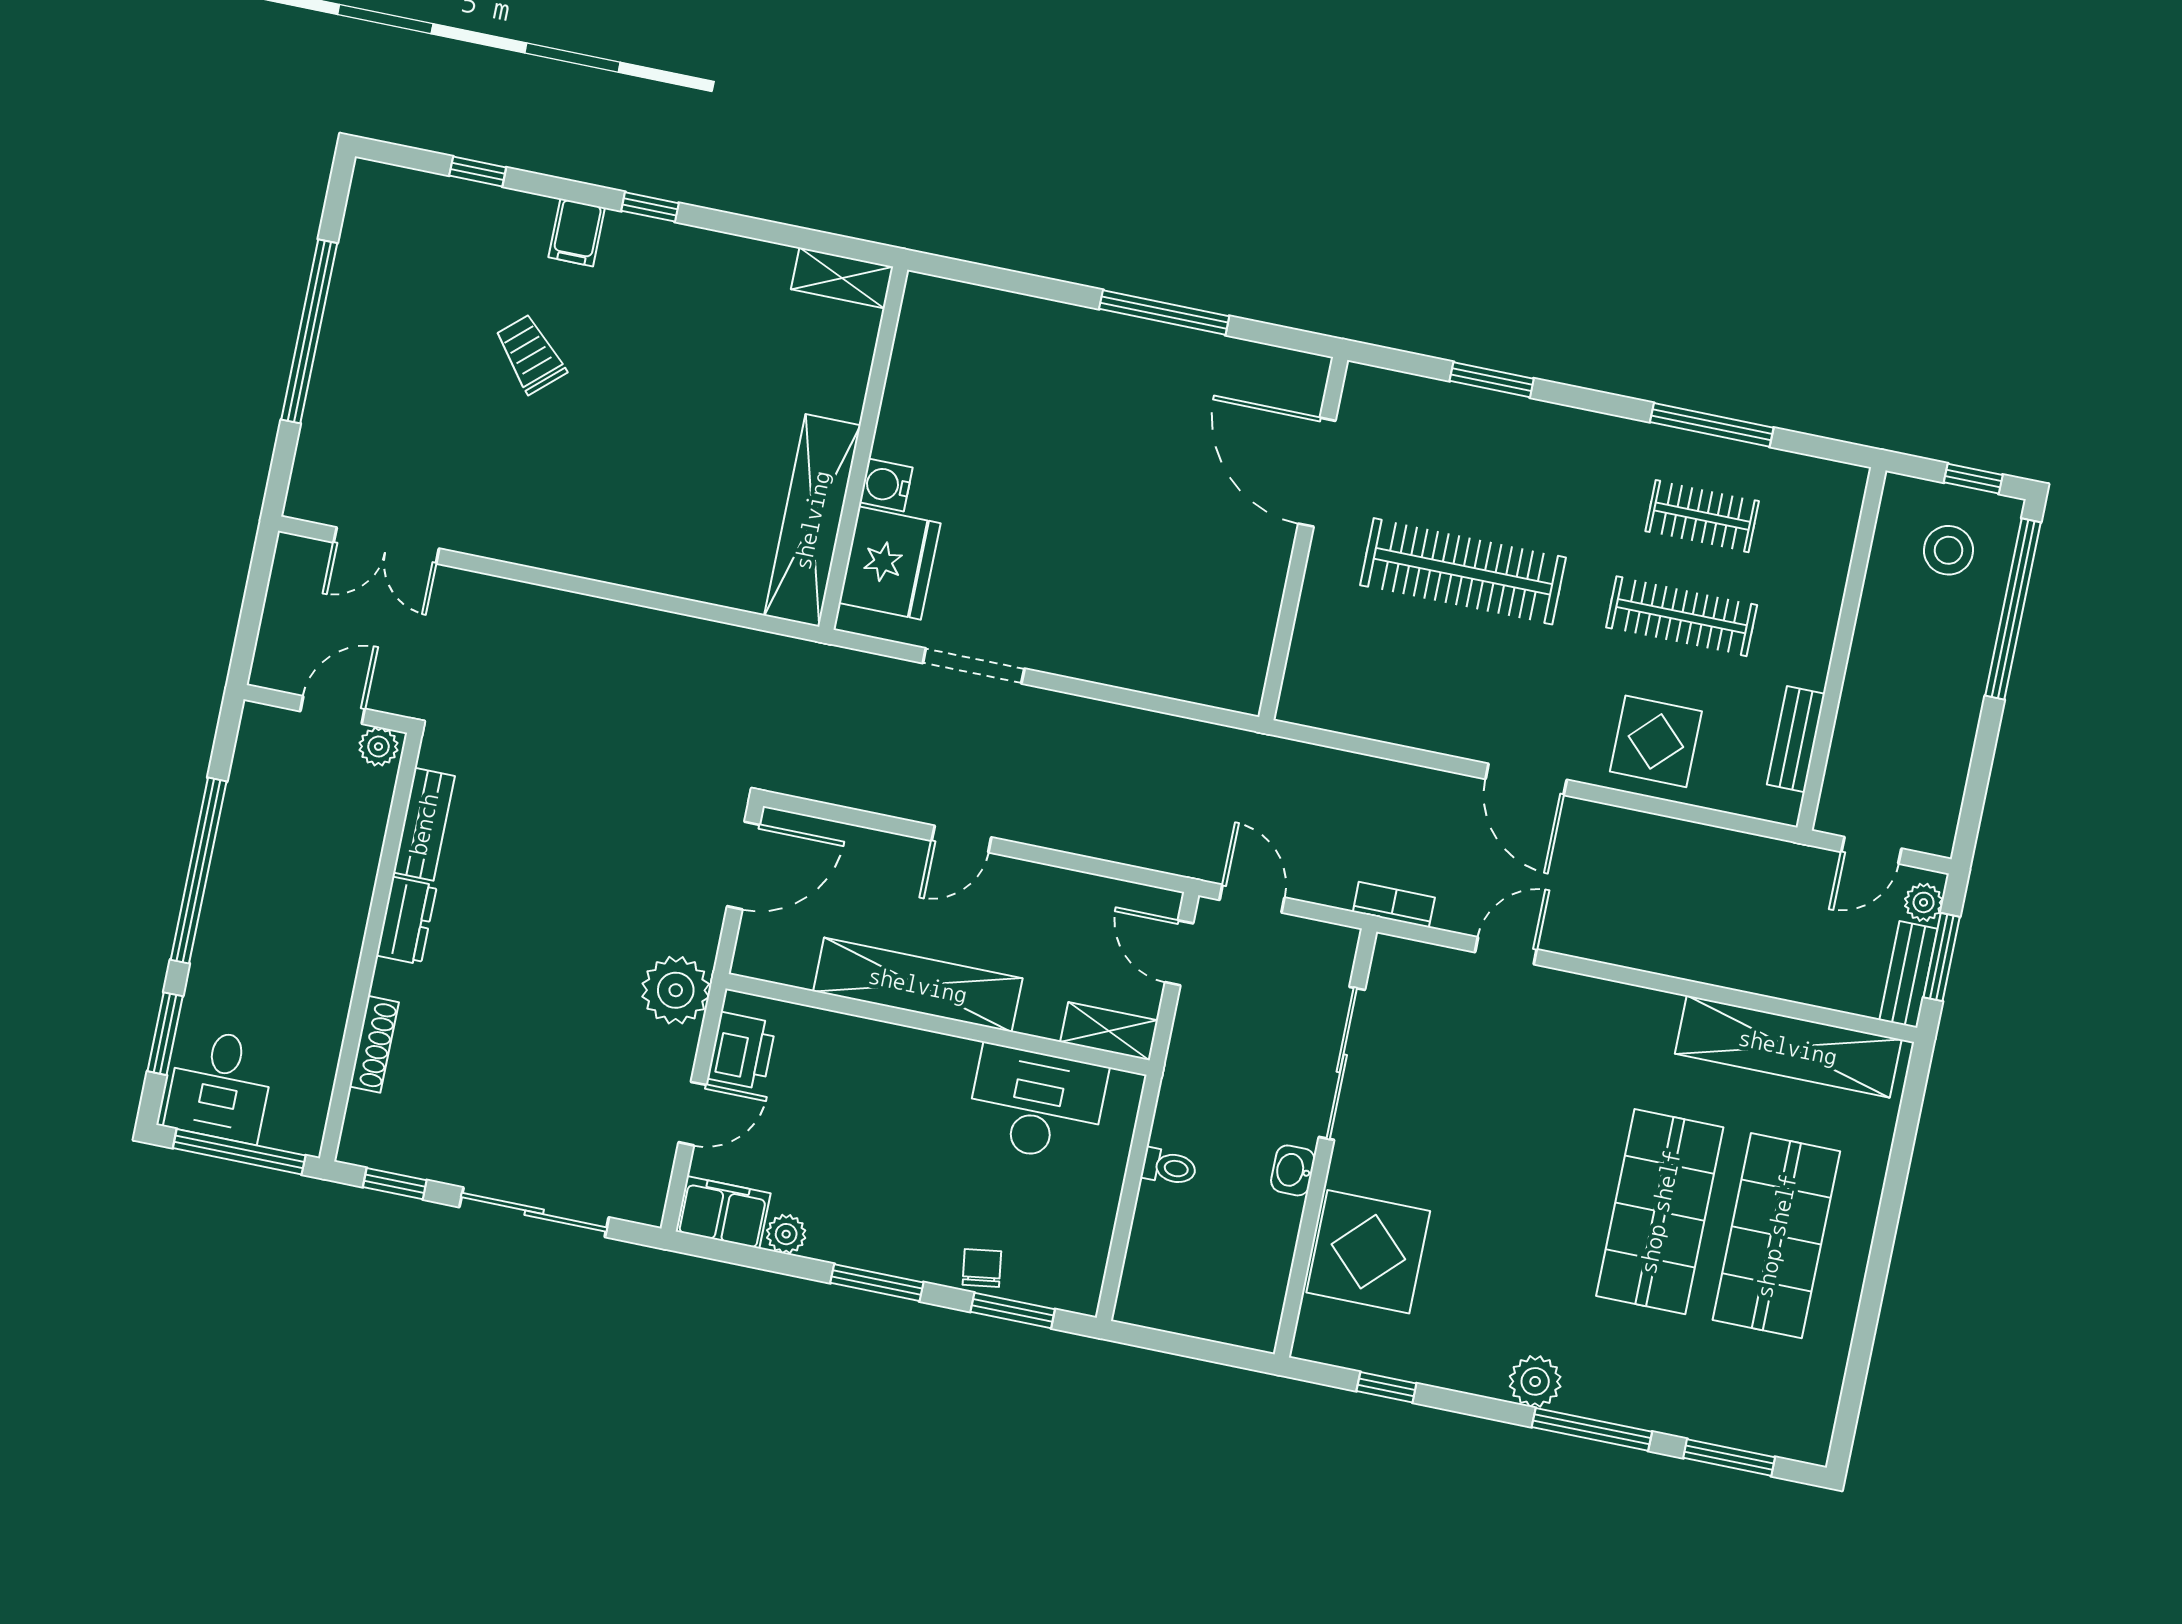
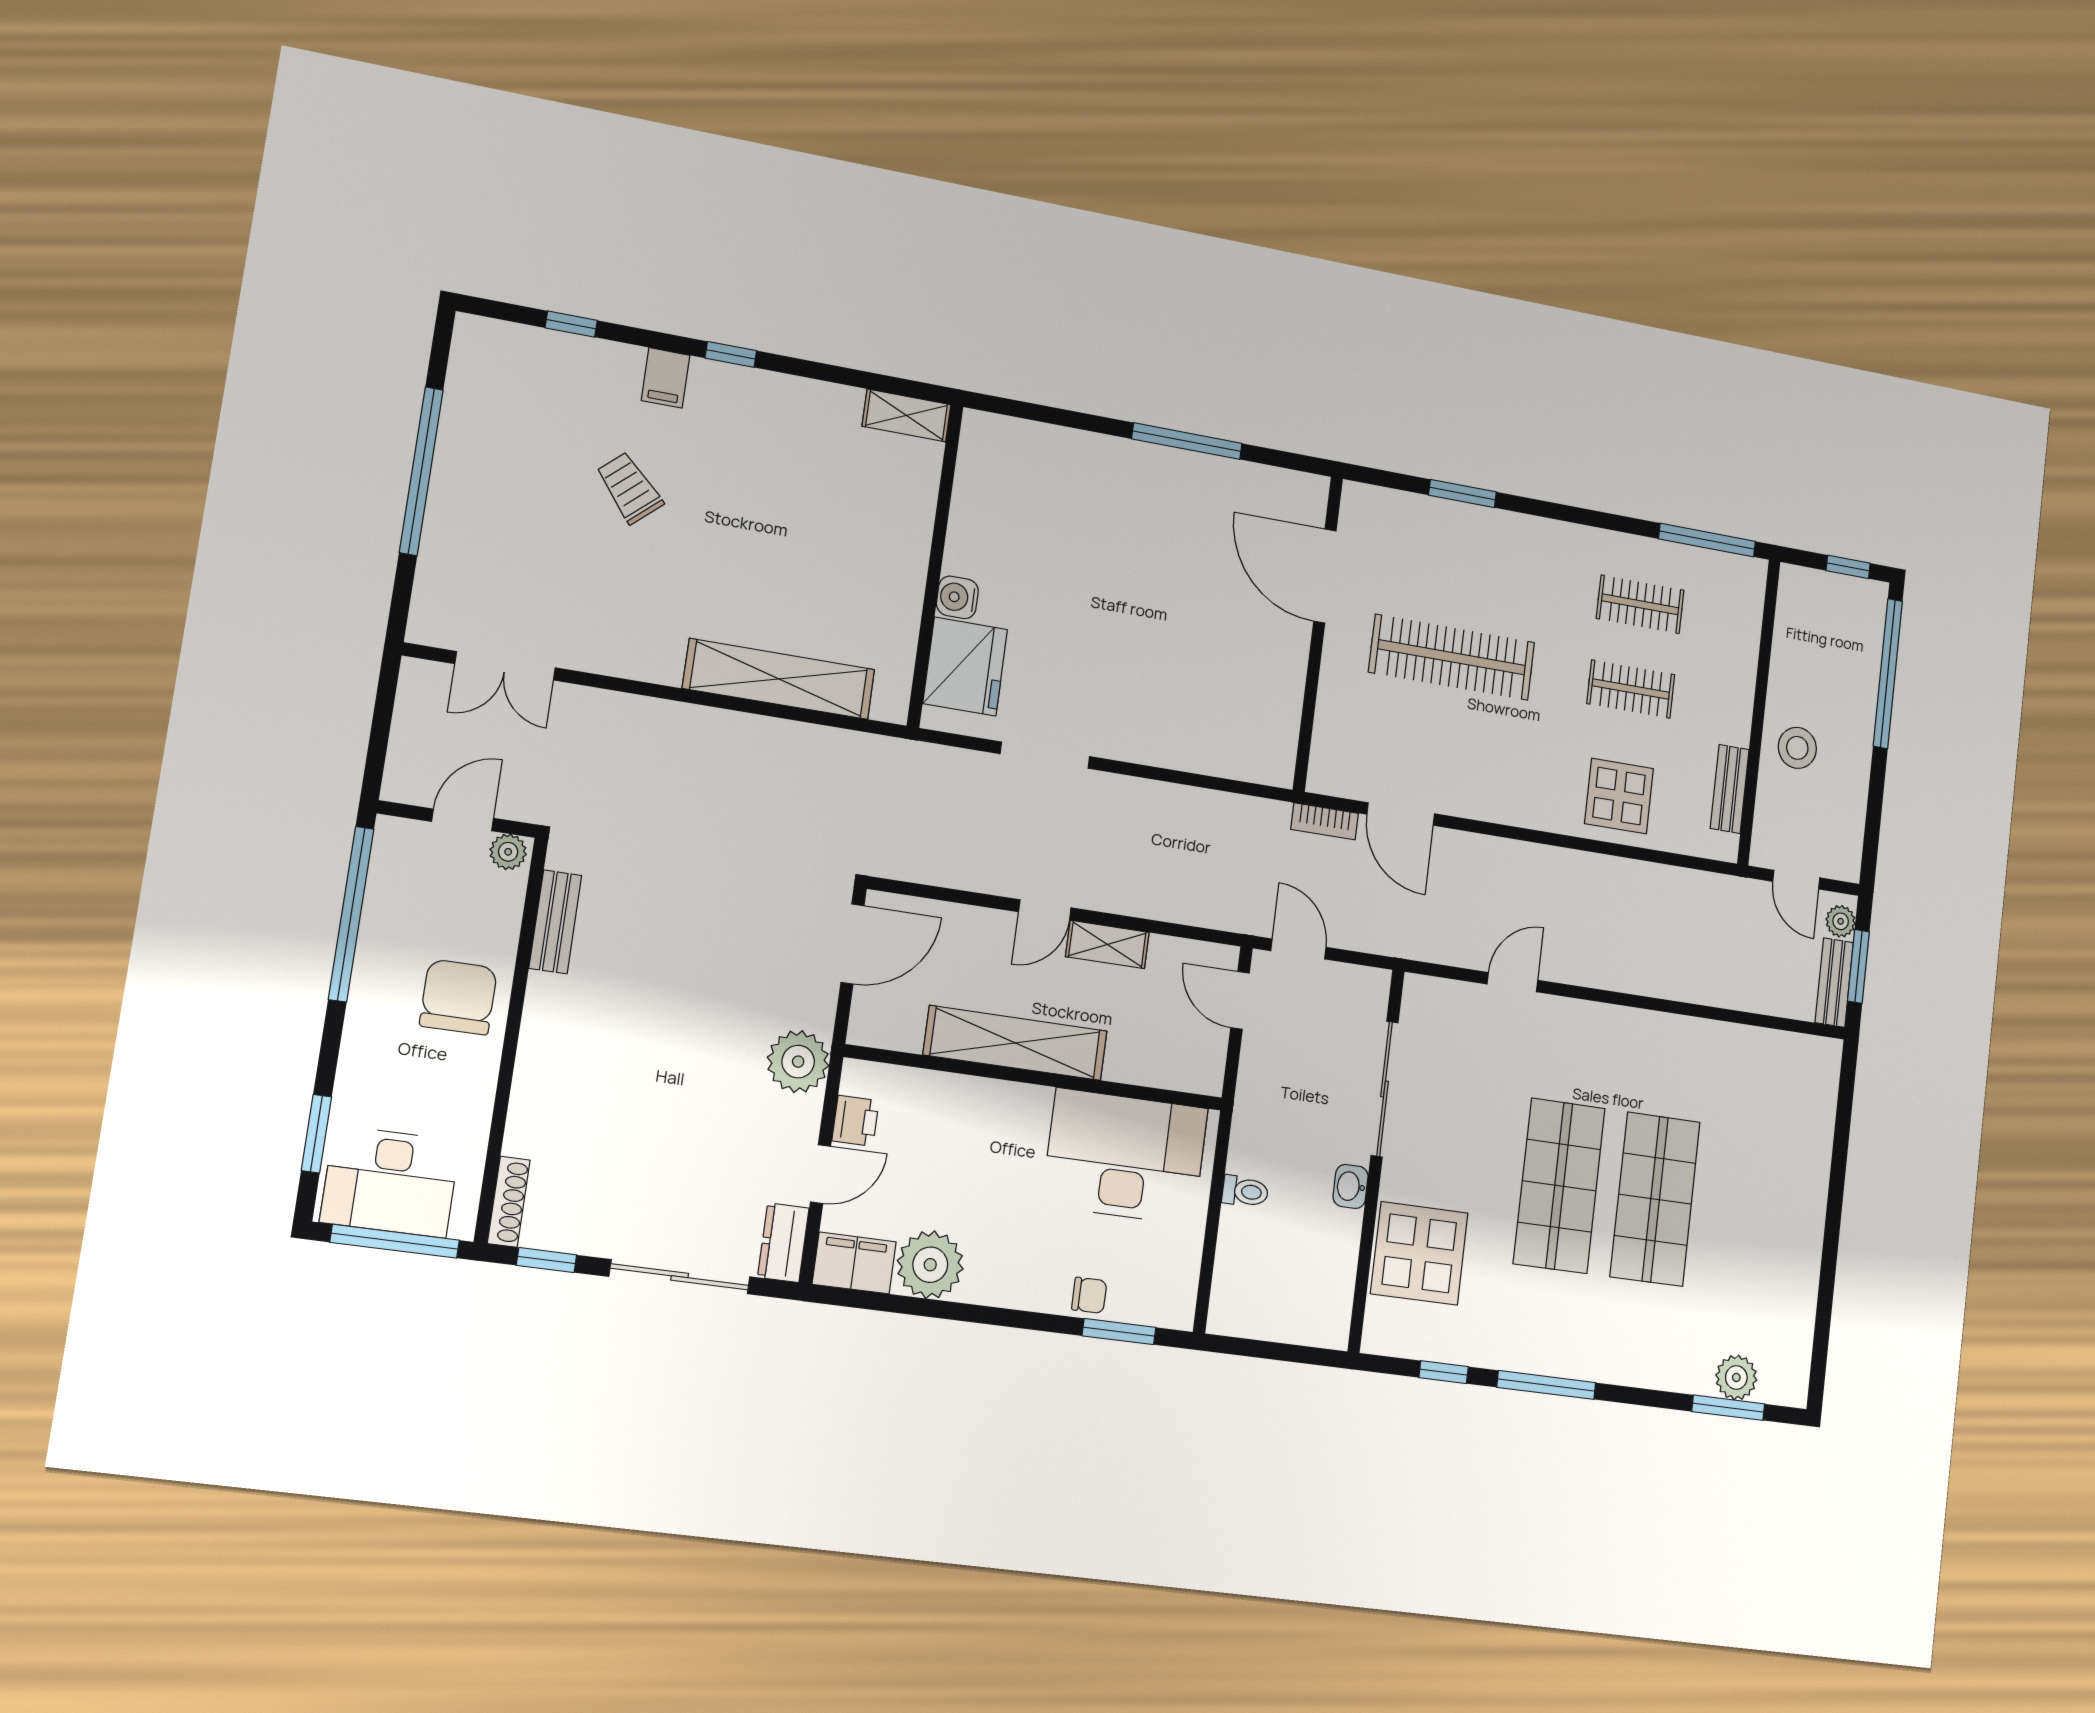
window: (1712, 425) -> (1707, 540), moved
shelving: (812, 520) -> (779, 679), moved, turned 90
stool: (1948, 550) -> (1797, 748), moved
clothes rail: (1682, 616) -> (1631, 689), width x0.73
door: (1526, 779) -> (1401, 814), moved
door: (1871, 850) -> (1796, 880), hinge flipped
window: (199, 871) -> (351, 914), moved
chair: (318, 899) -> (458, 997), added
bookcase: (1394, 905) -> (1325, 821), moved, turned 180
dresser: (407, 921) -> (783, 1243), moved, turned 180
shelving: (1109, 1031) -> (1107, 944), moved
shoe rack: (374, 1044) -> (509, 1202), moved
shelving: (1788, 1047) -> (1746, 1050), removed
printer: (742, 1051) -> (856, 1121), width x0.73, depth x0.81
desk: (220, 1085) -> (390, 1181), width x1.37
desk: (1037, 1104) -> (1125, 1157), width x1.36, depth x1.30
plant: (786, 1234) -> (930, 1265), width x1.88, depth x1.88
shop shelf: (1776, 1236) -> (1559, 1186), moved
chair: (982, 1268) -> (1089, 1295), turned 98
window: (877, 1283) -> (997, 1316), removed
plant: (1535, 1381) -> (1736, 1378), moved
window: (1592, 1429) -> (1546, 1385), moved

